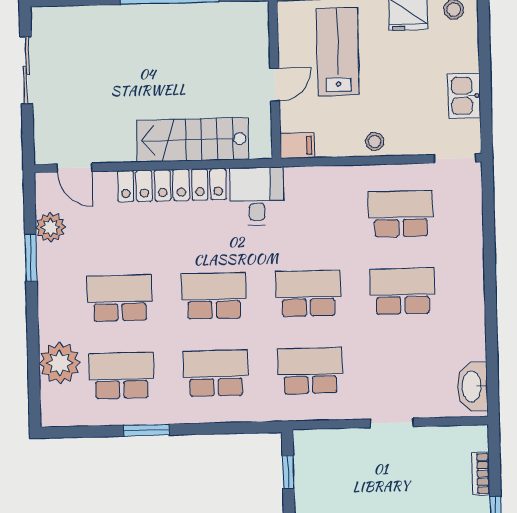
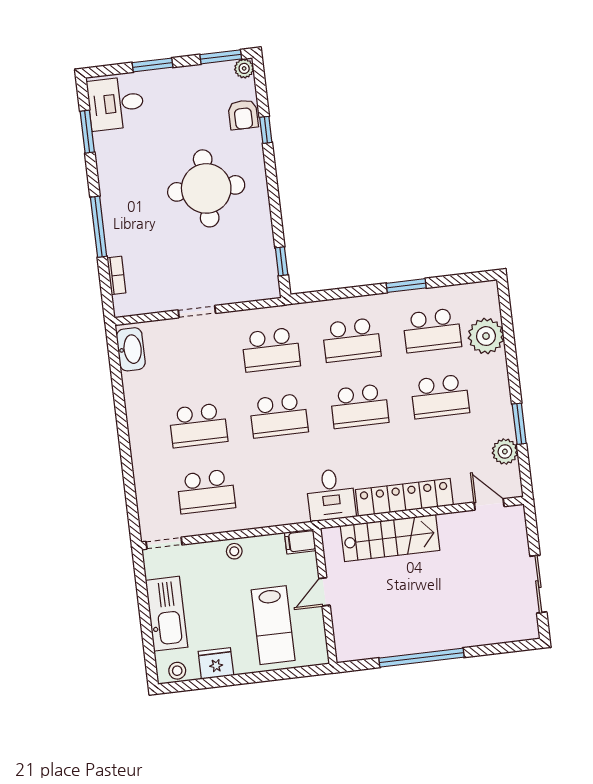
kitchen sink: (464, 96) -> (167, 614), width x1.88, depth x1.24

